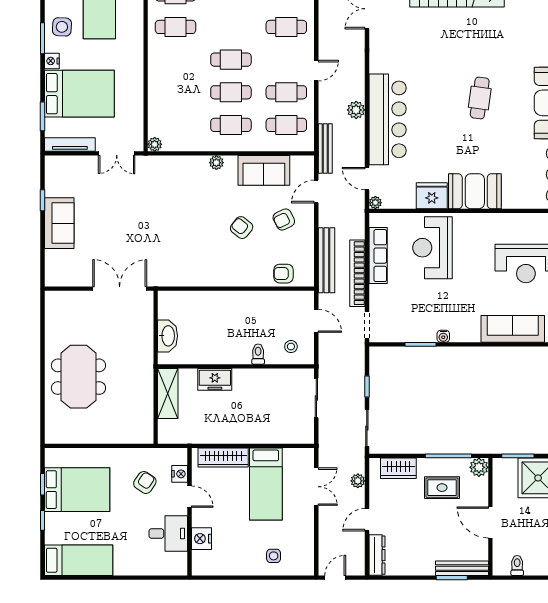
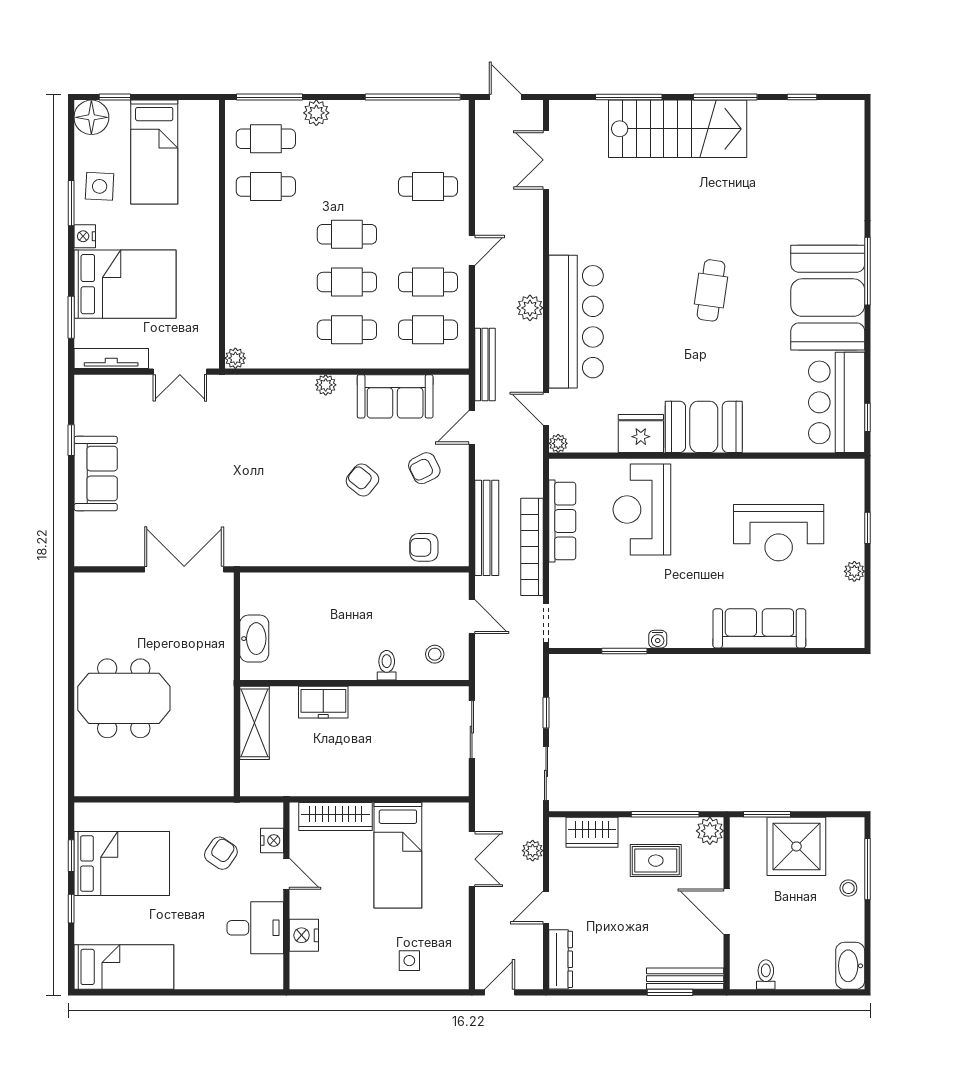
meeting table: (78, 377) -> (124, 698), turned 90

